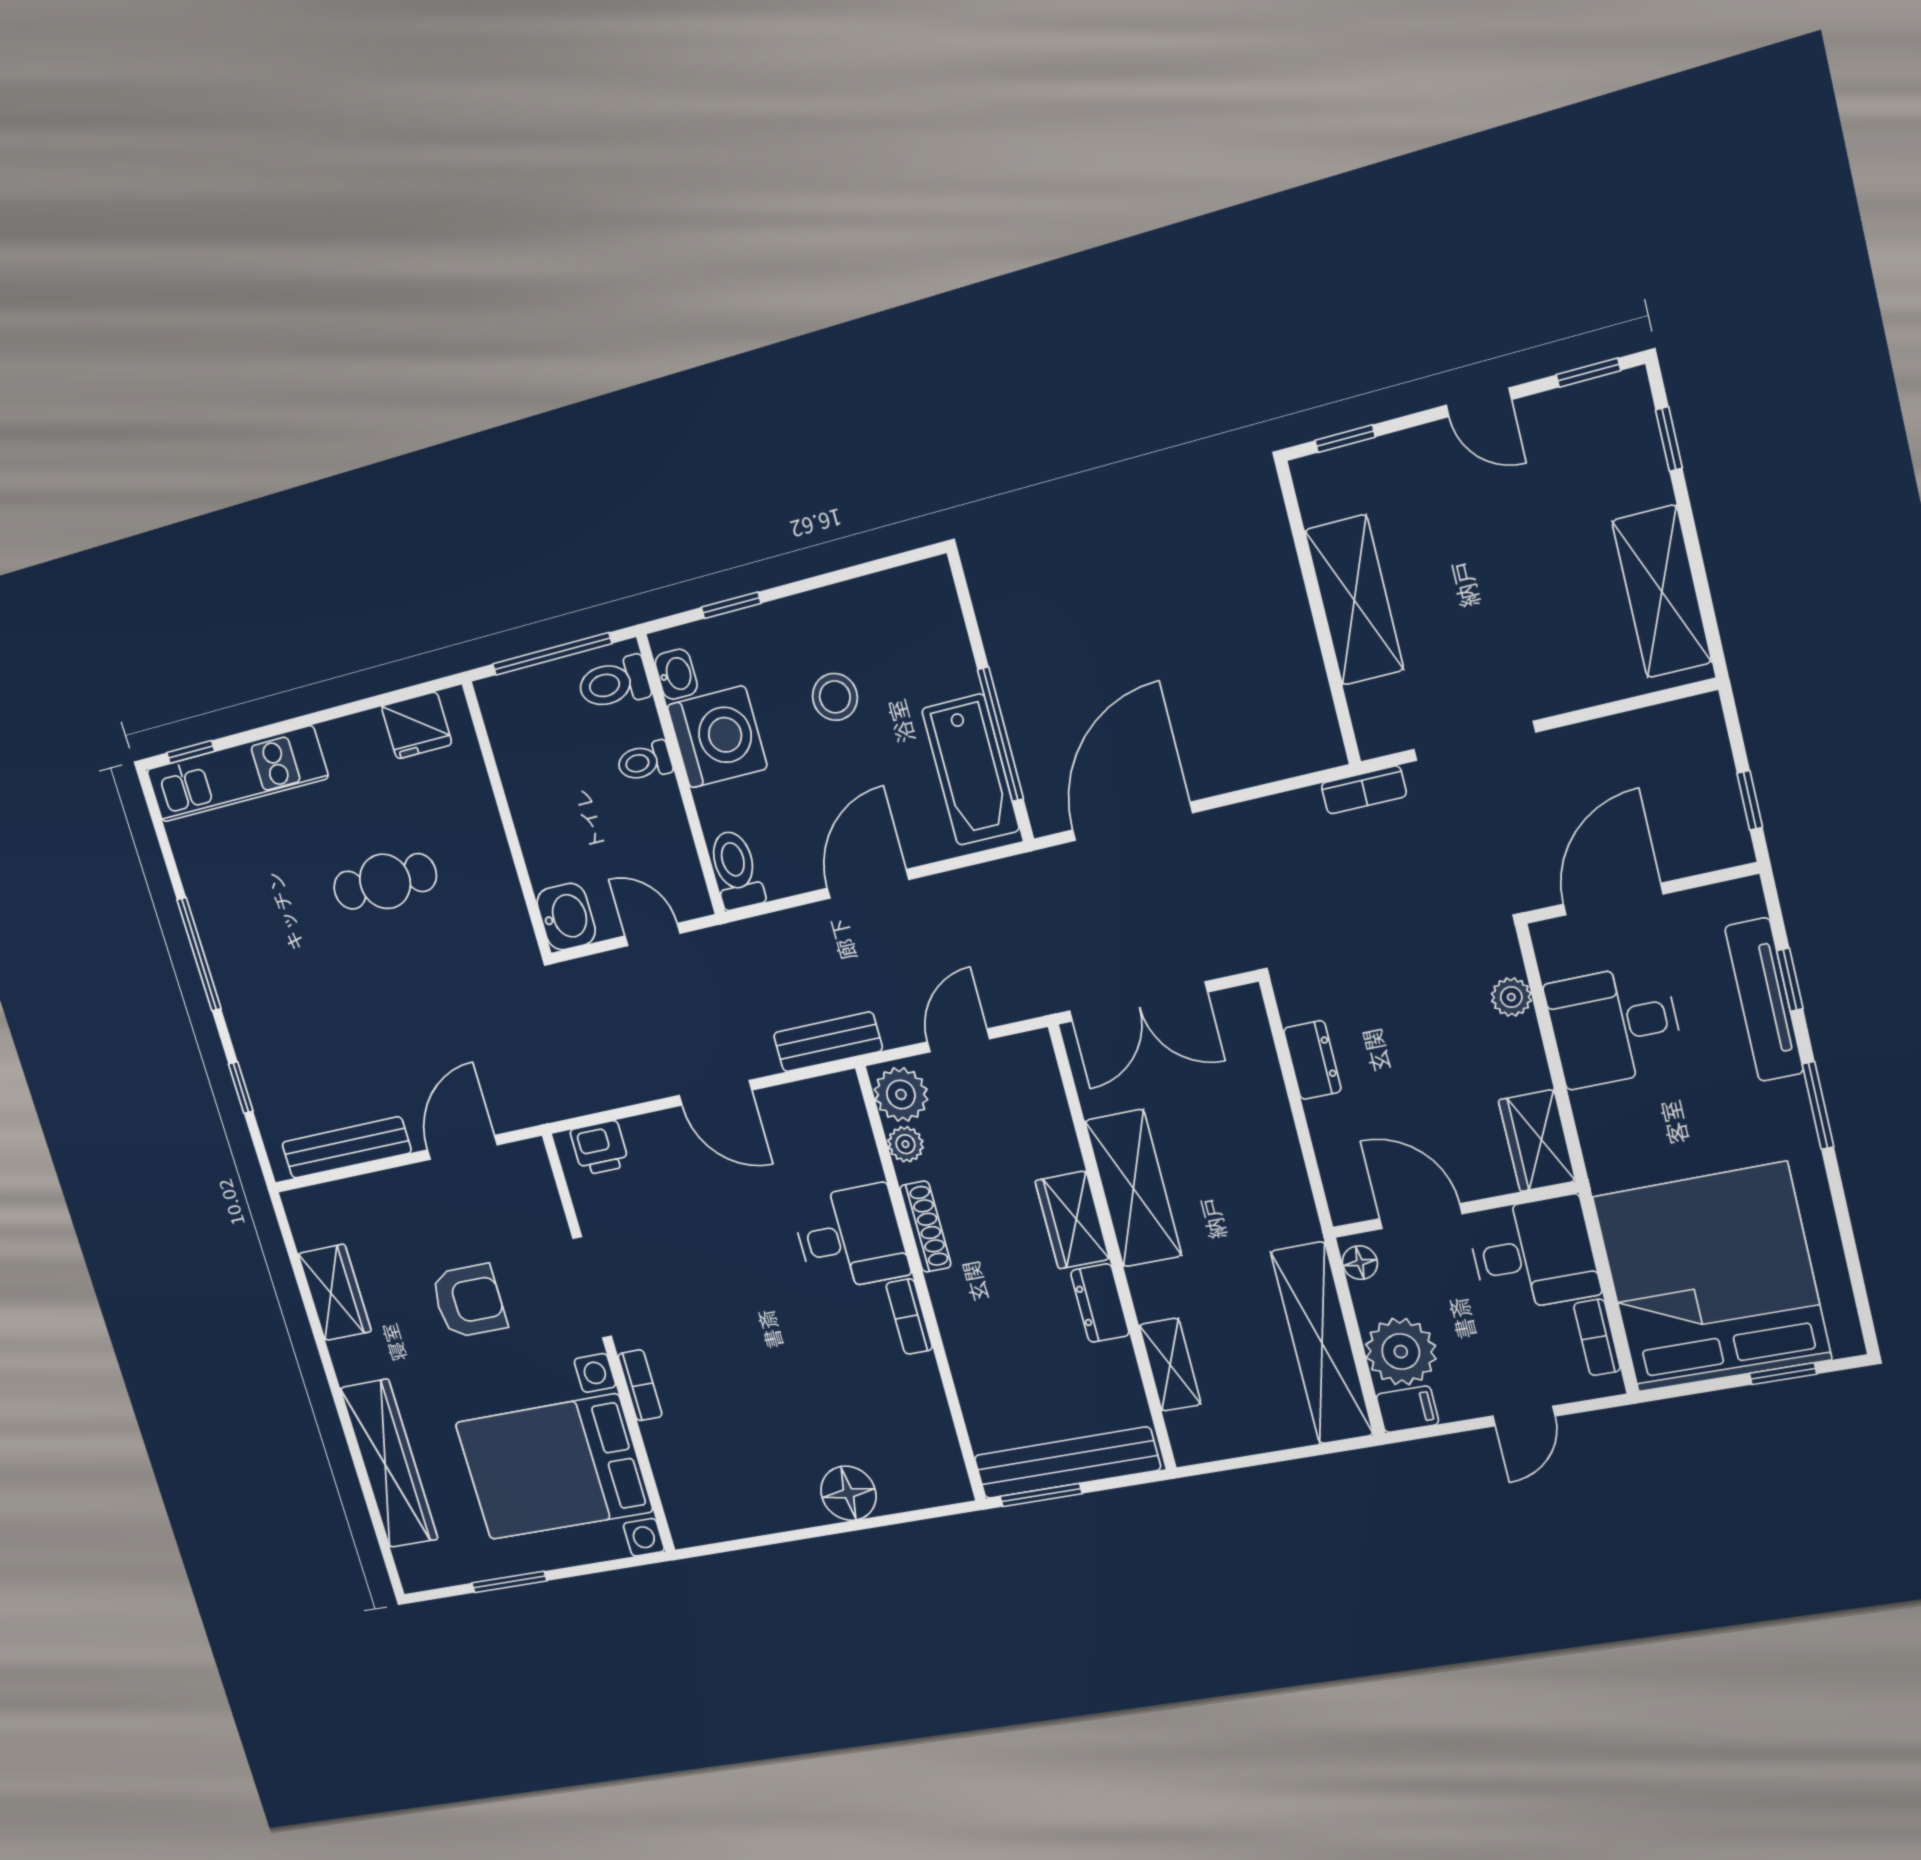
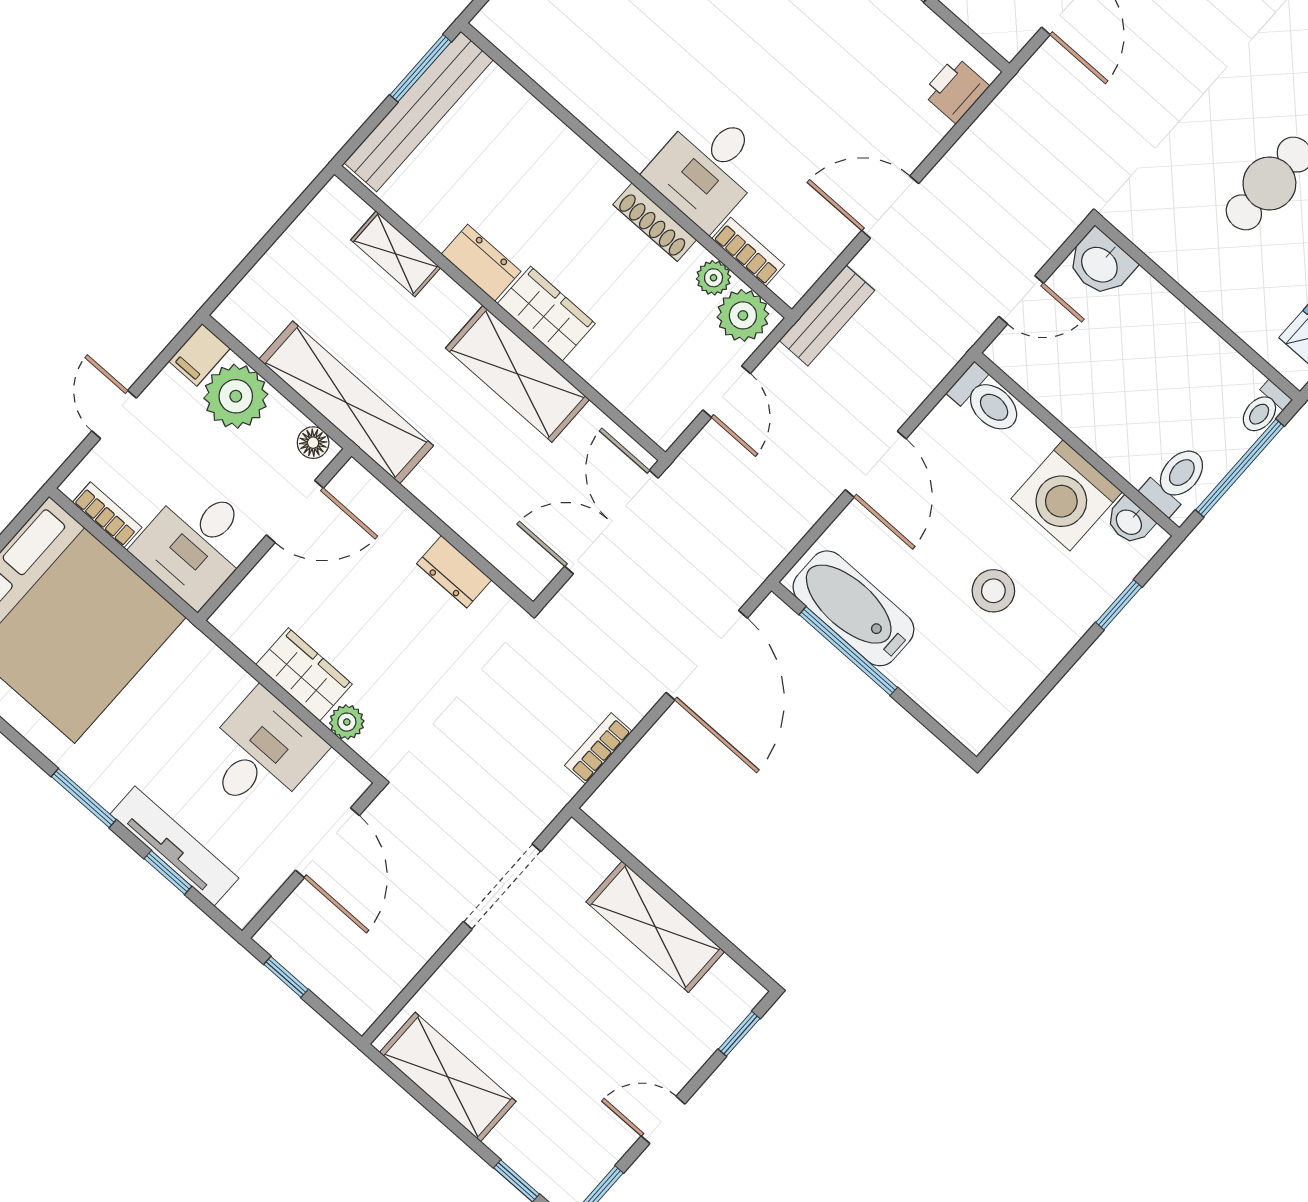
toilet: (644, 762) -> (1264, 409), moved, turned 180
bookcase: (1364, 790) -> (598, 748), moved
wardrobe: (1537, 1141) -> (304, 674), moved
bookcase: (909, 1317) -> (748, 252), moved
shelving: (1322, 1343) -> (346, 402), moved

